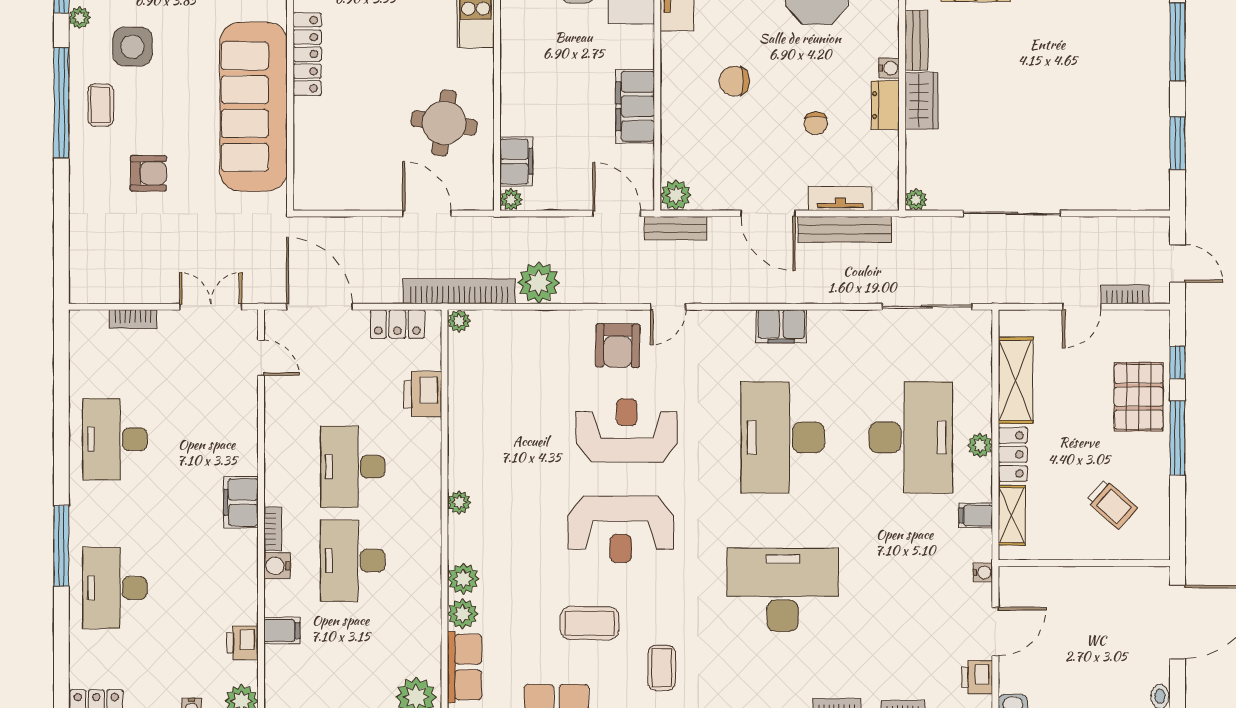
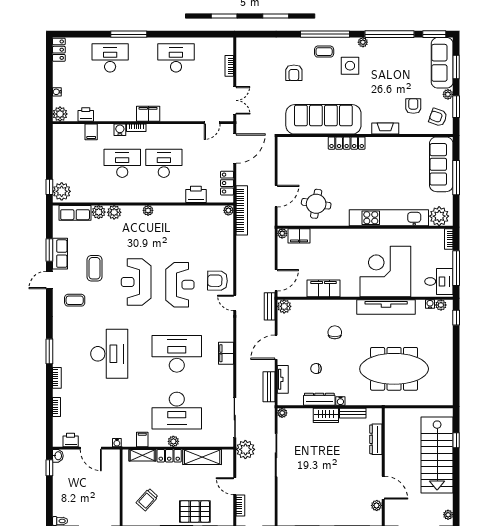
dresser: (885, 105) -> (319, 399), width x1.44
bench: (845, 229) -> (269, 387), width x0.73
plant: (539, 283) -> (245, 449), moved

